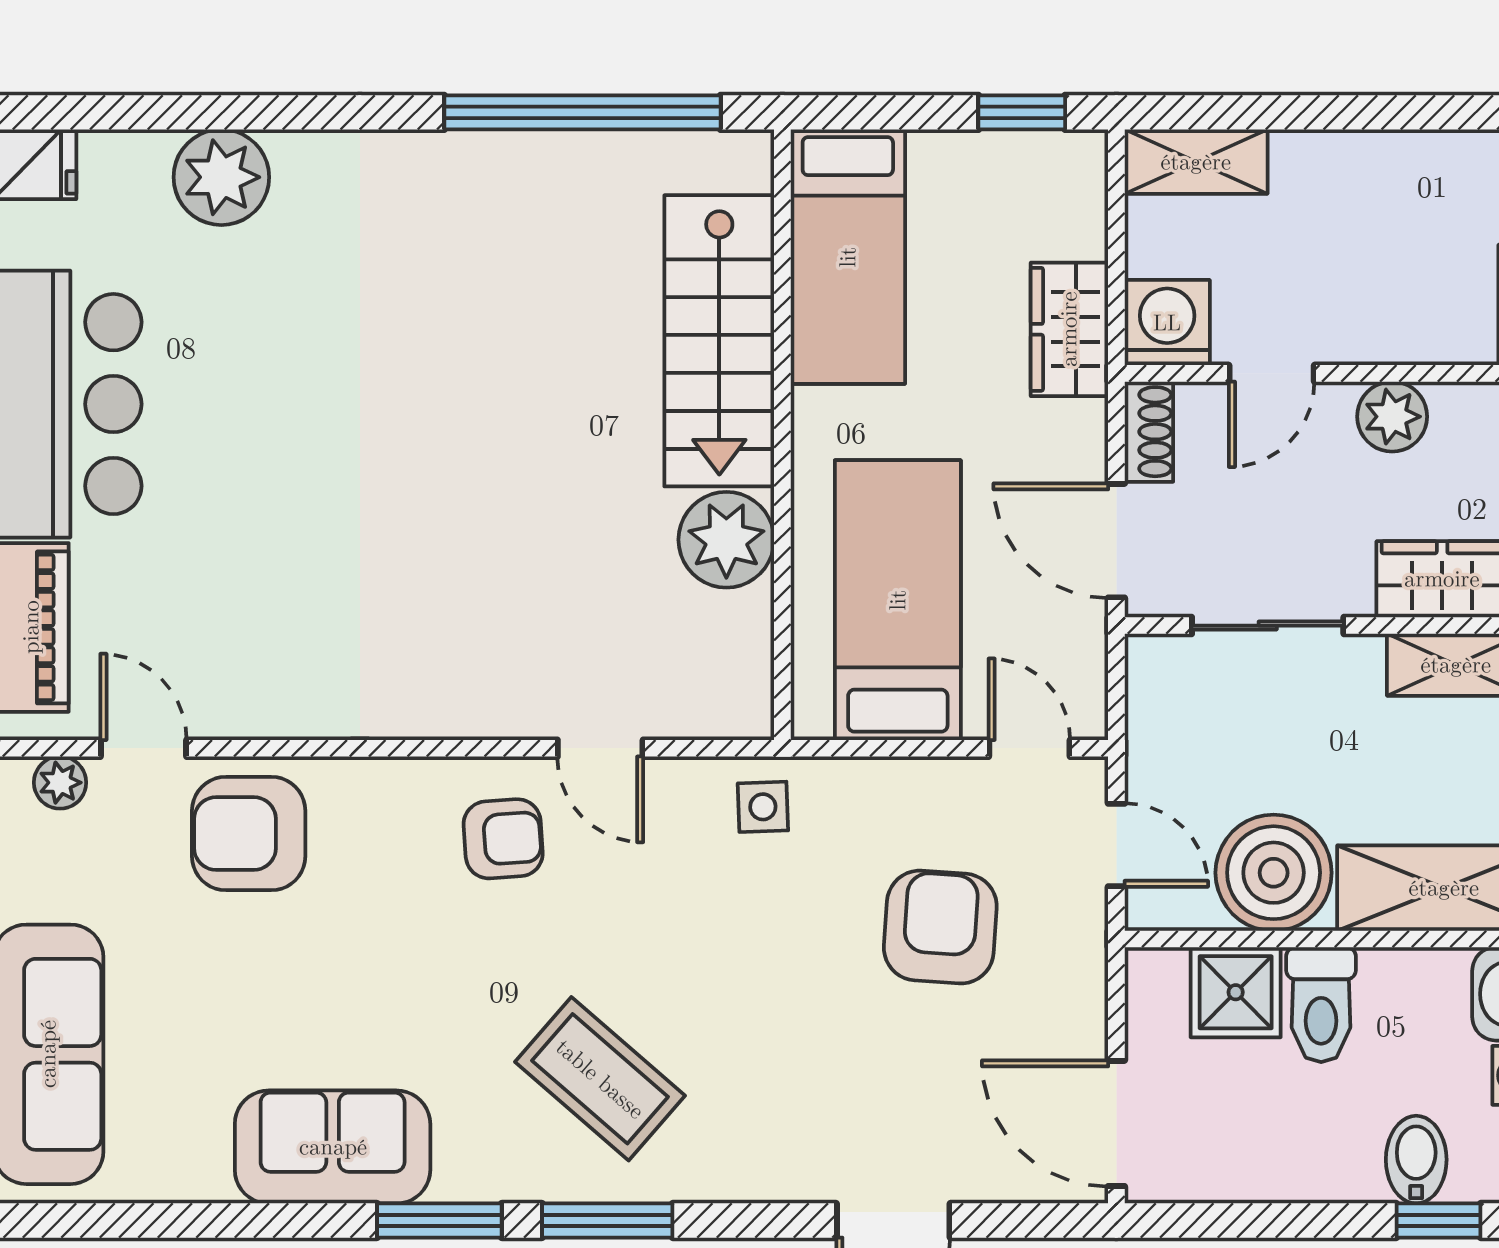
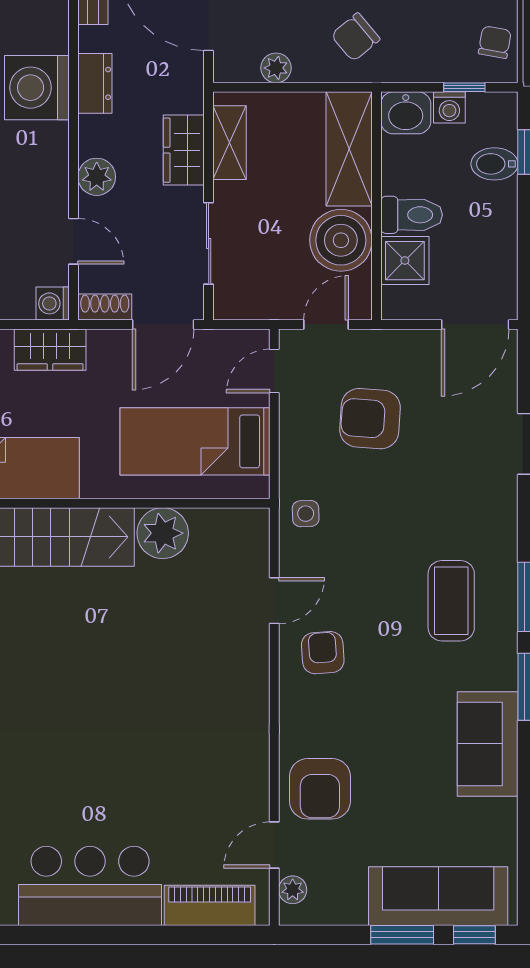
washing machine: (1167, 323) -> (53, 303), width x0.73, depth x0.73
coffee table: (600, 1079) -> (451, 601), turned -41

